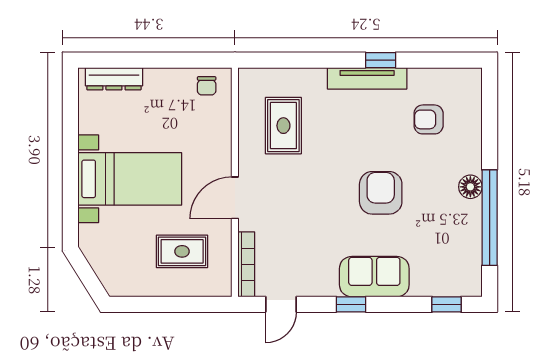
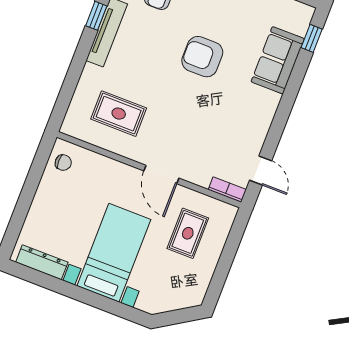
dresser: (114, 79) -> (42, 262), moved, turned -90
bookcase: (246, 264) -> (227, 190), width x0.64
sofa: (374, 277) -> (278, 60), moved
window: (351, 304) -> (282, 115), removed

